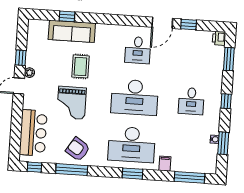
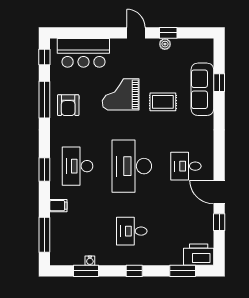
printer: (219, 38) -> (199, 255), width x1.87, depth x1.48
plant: (29, 73) -> (165, 44), moved
desk: (132, 145) -> (78, 166), width x0.73, depth x0.77
armchair: (78, 149) -> (68, 105), turned 147

